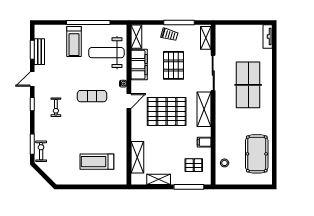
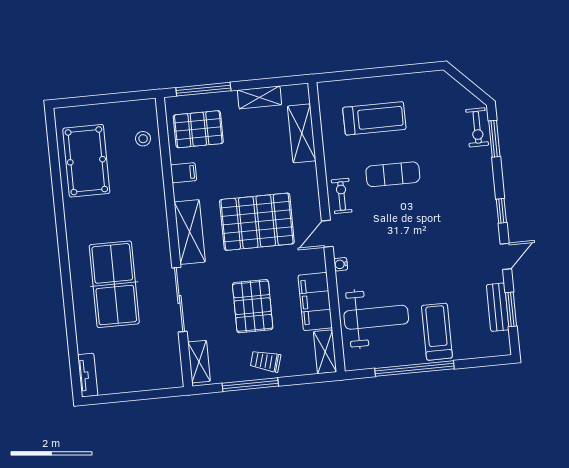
exercise mat: (92, 96) -> (393, 174), moved
exercise bike: (56, 107) -> (342, 196), moved
pallet: (194, 165) -> (198, 129), width x1.50, depth x1.42

